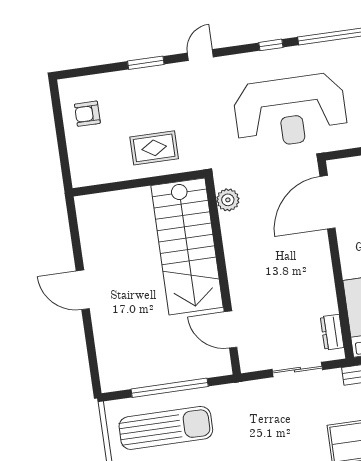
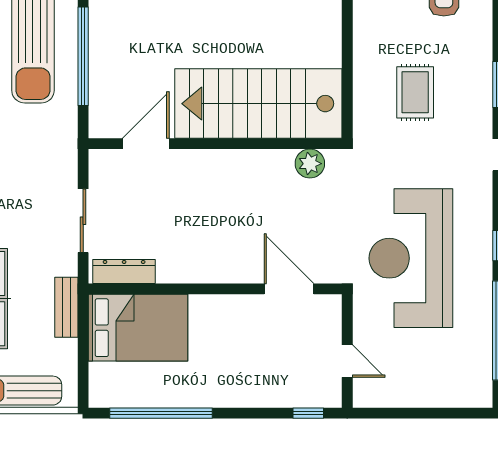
rug: (154, 148) -> (415, 92), moved
door: (327, 202) -> (289, 289), width x0.73
dresser: (332, 332) -> (124, 271), width x1.44

